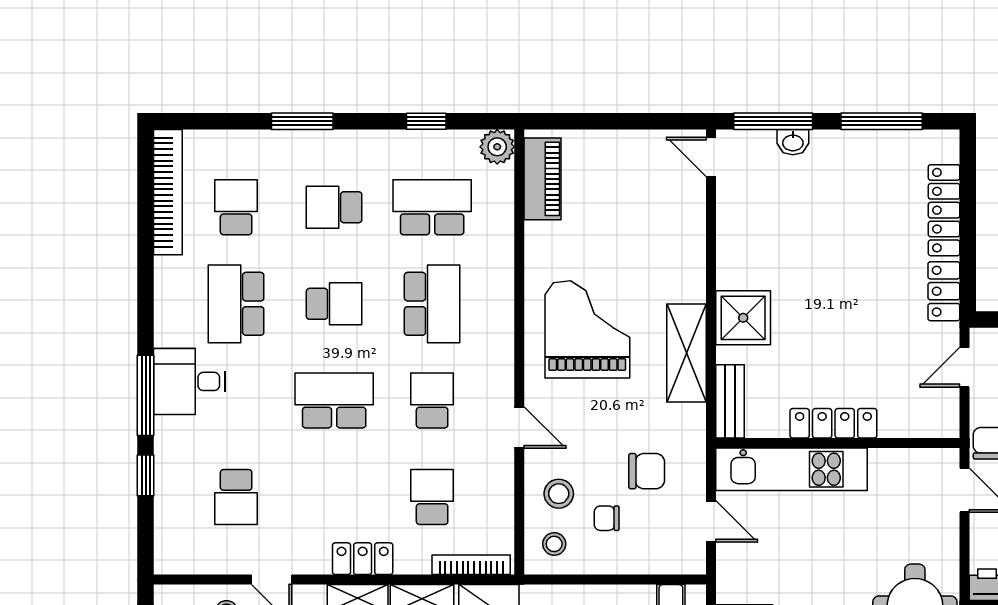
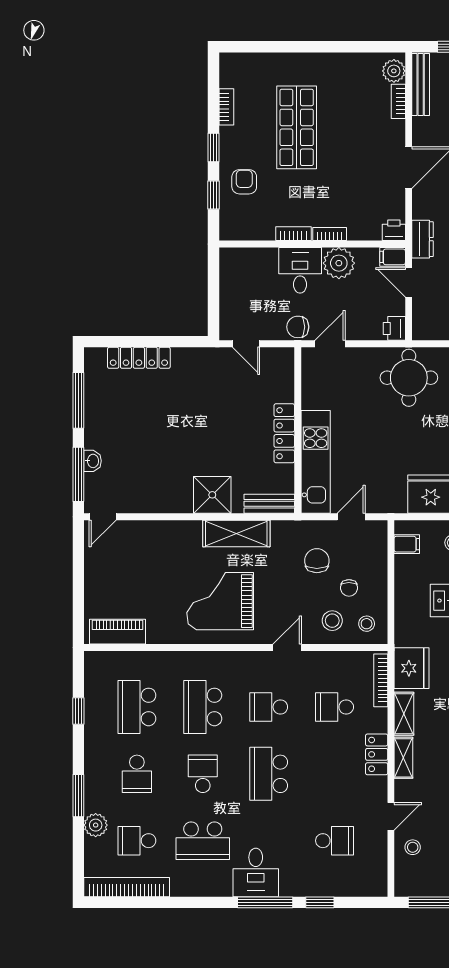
plant: (497, 147) -> (96, 825), moved
locker: (944, 291) -> (194, 358), removed
school desk: (432, 304) -> (203, 707), turned -90

